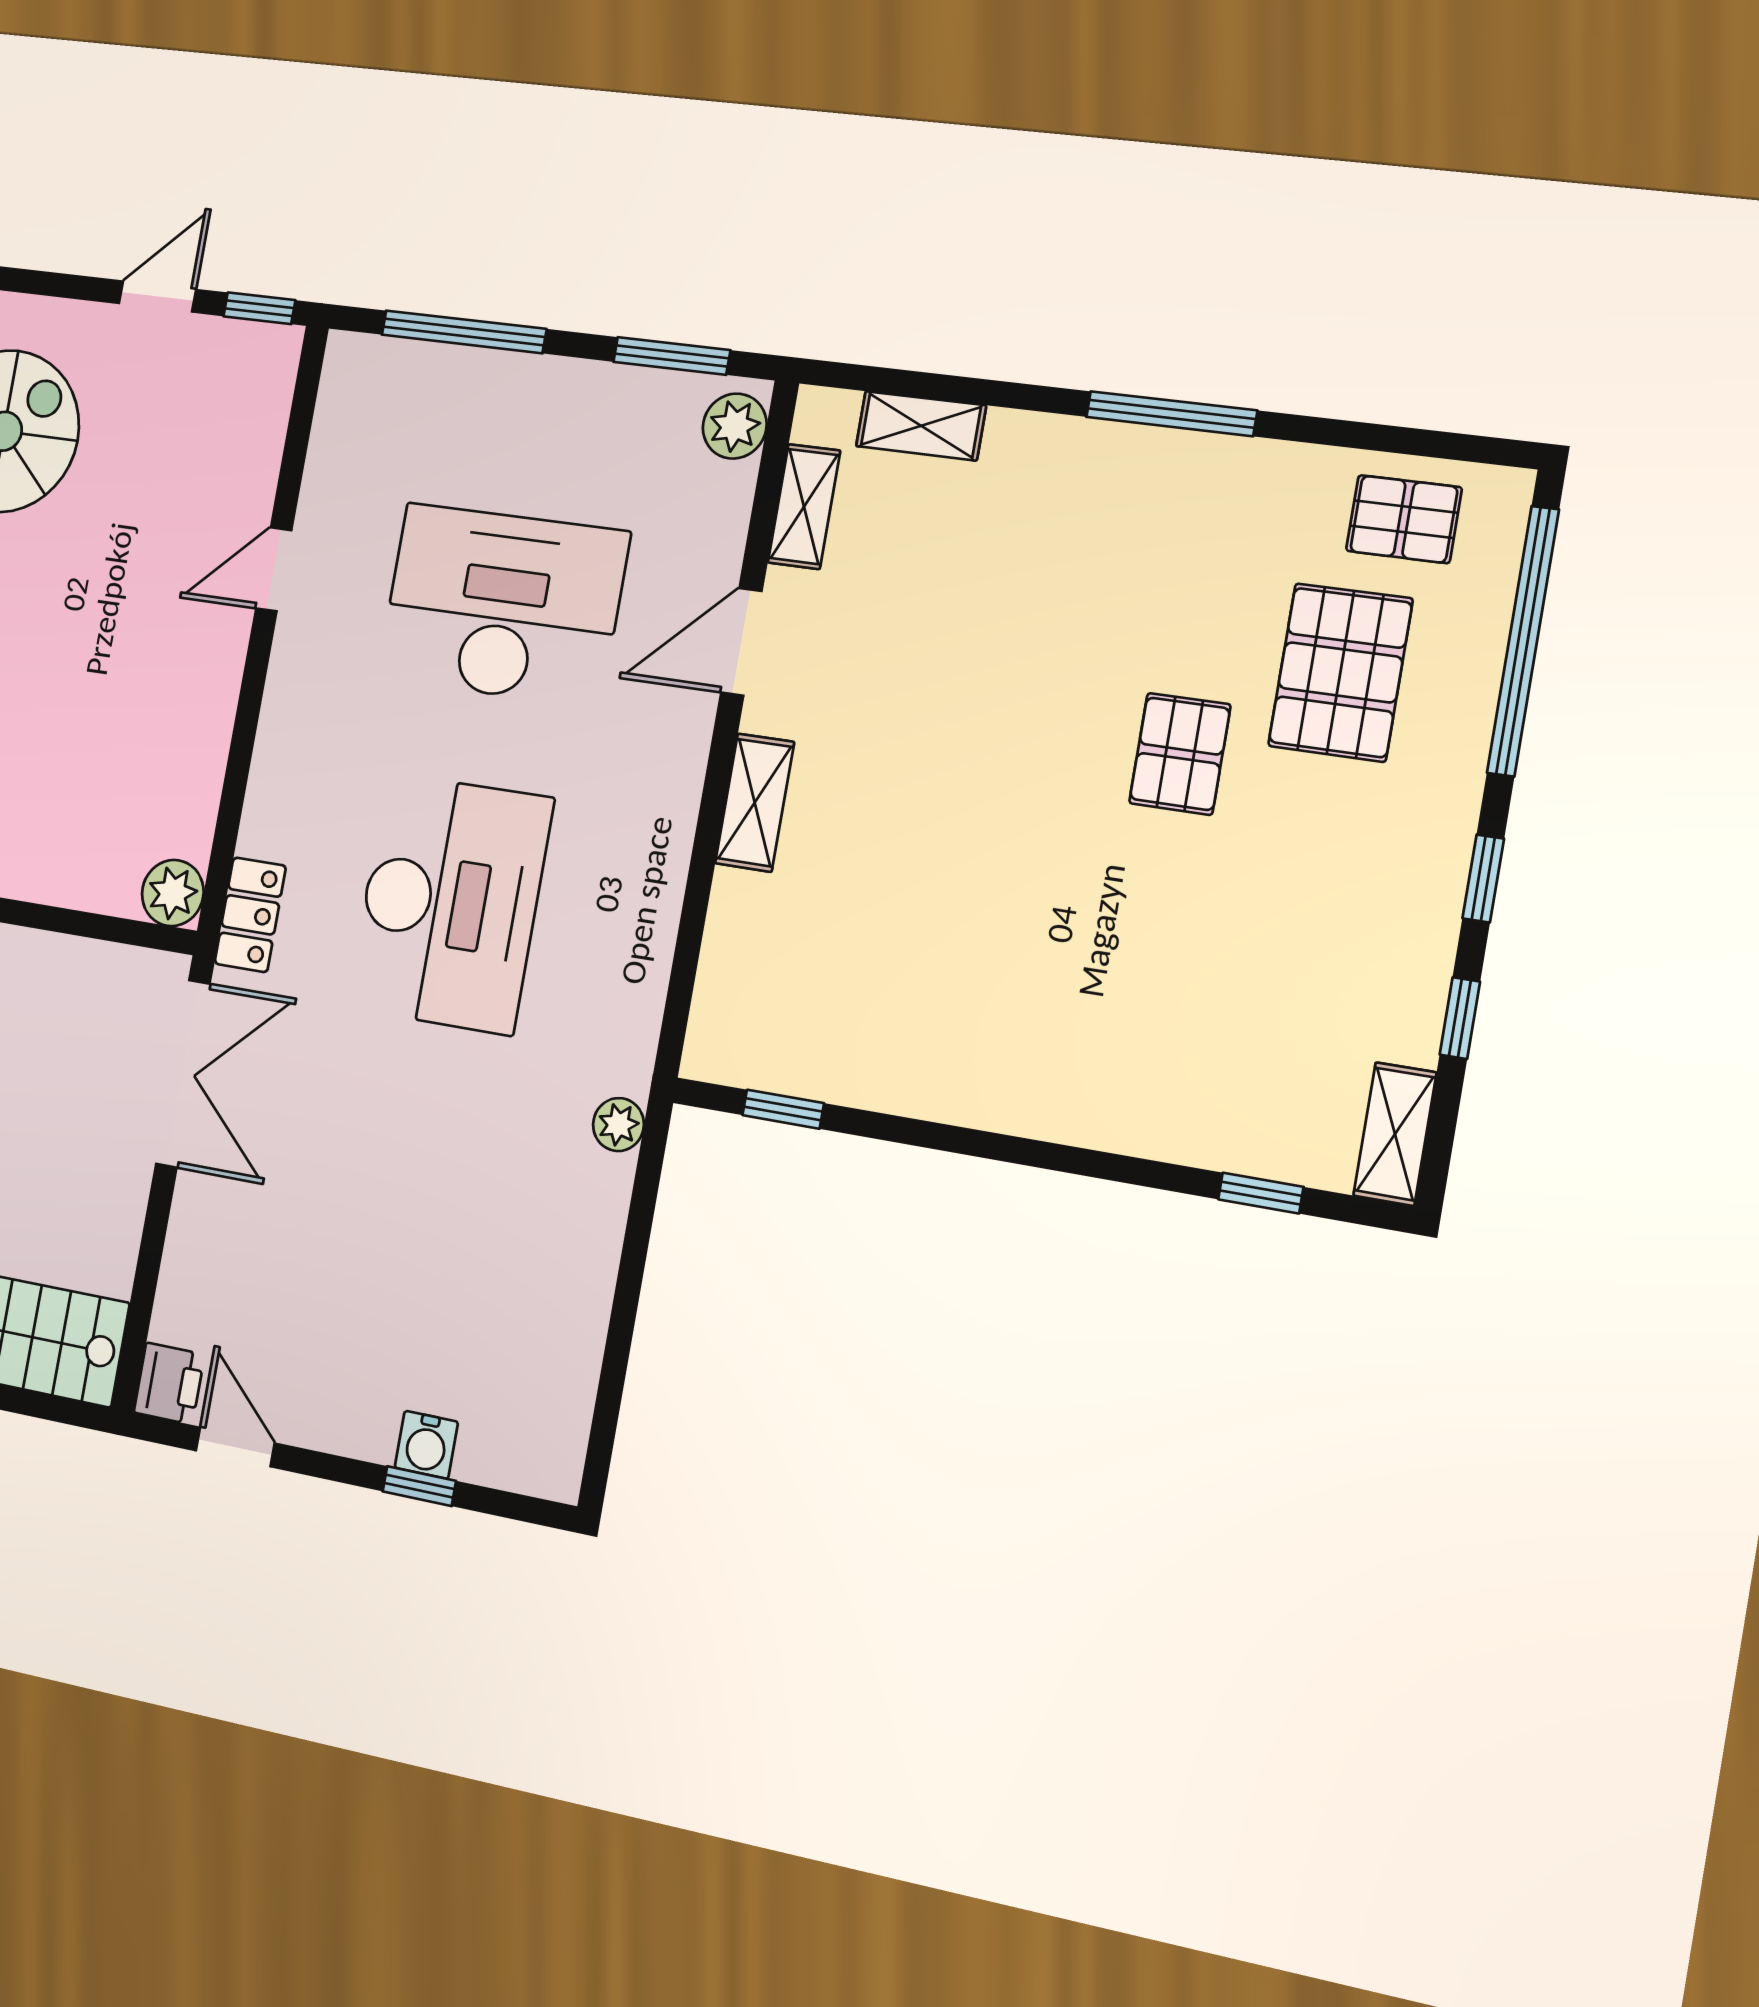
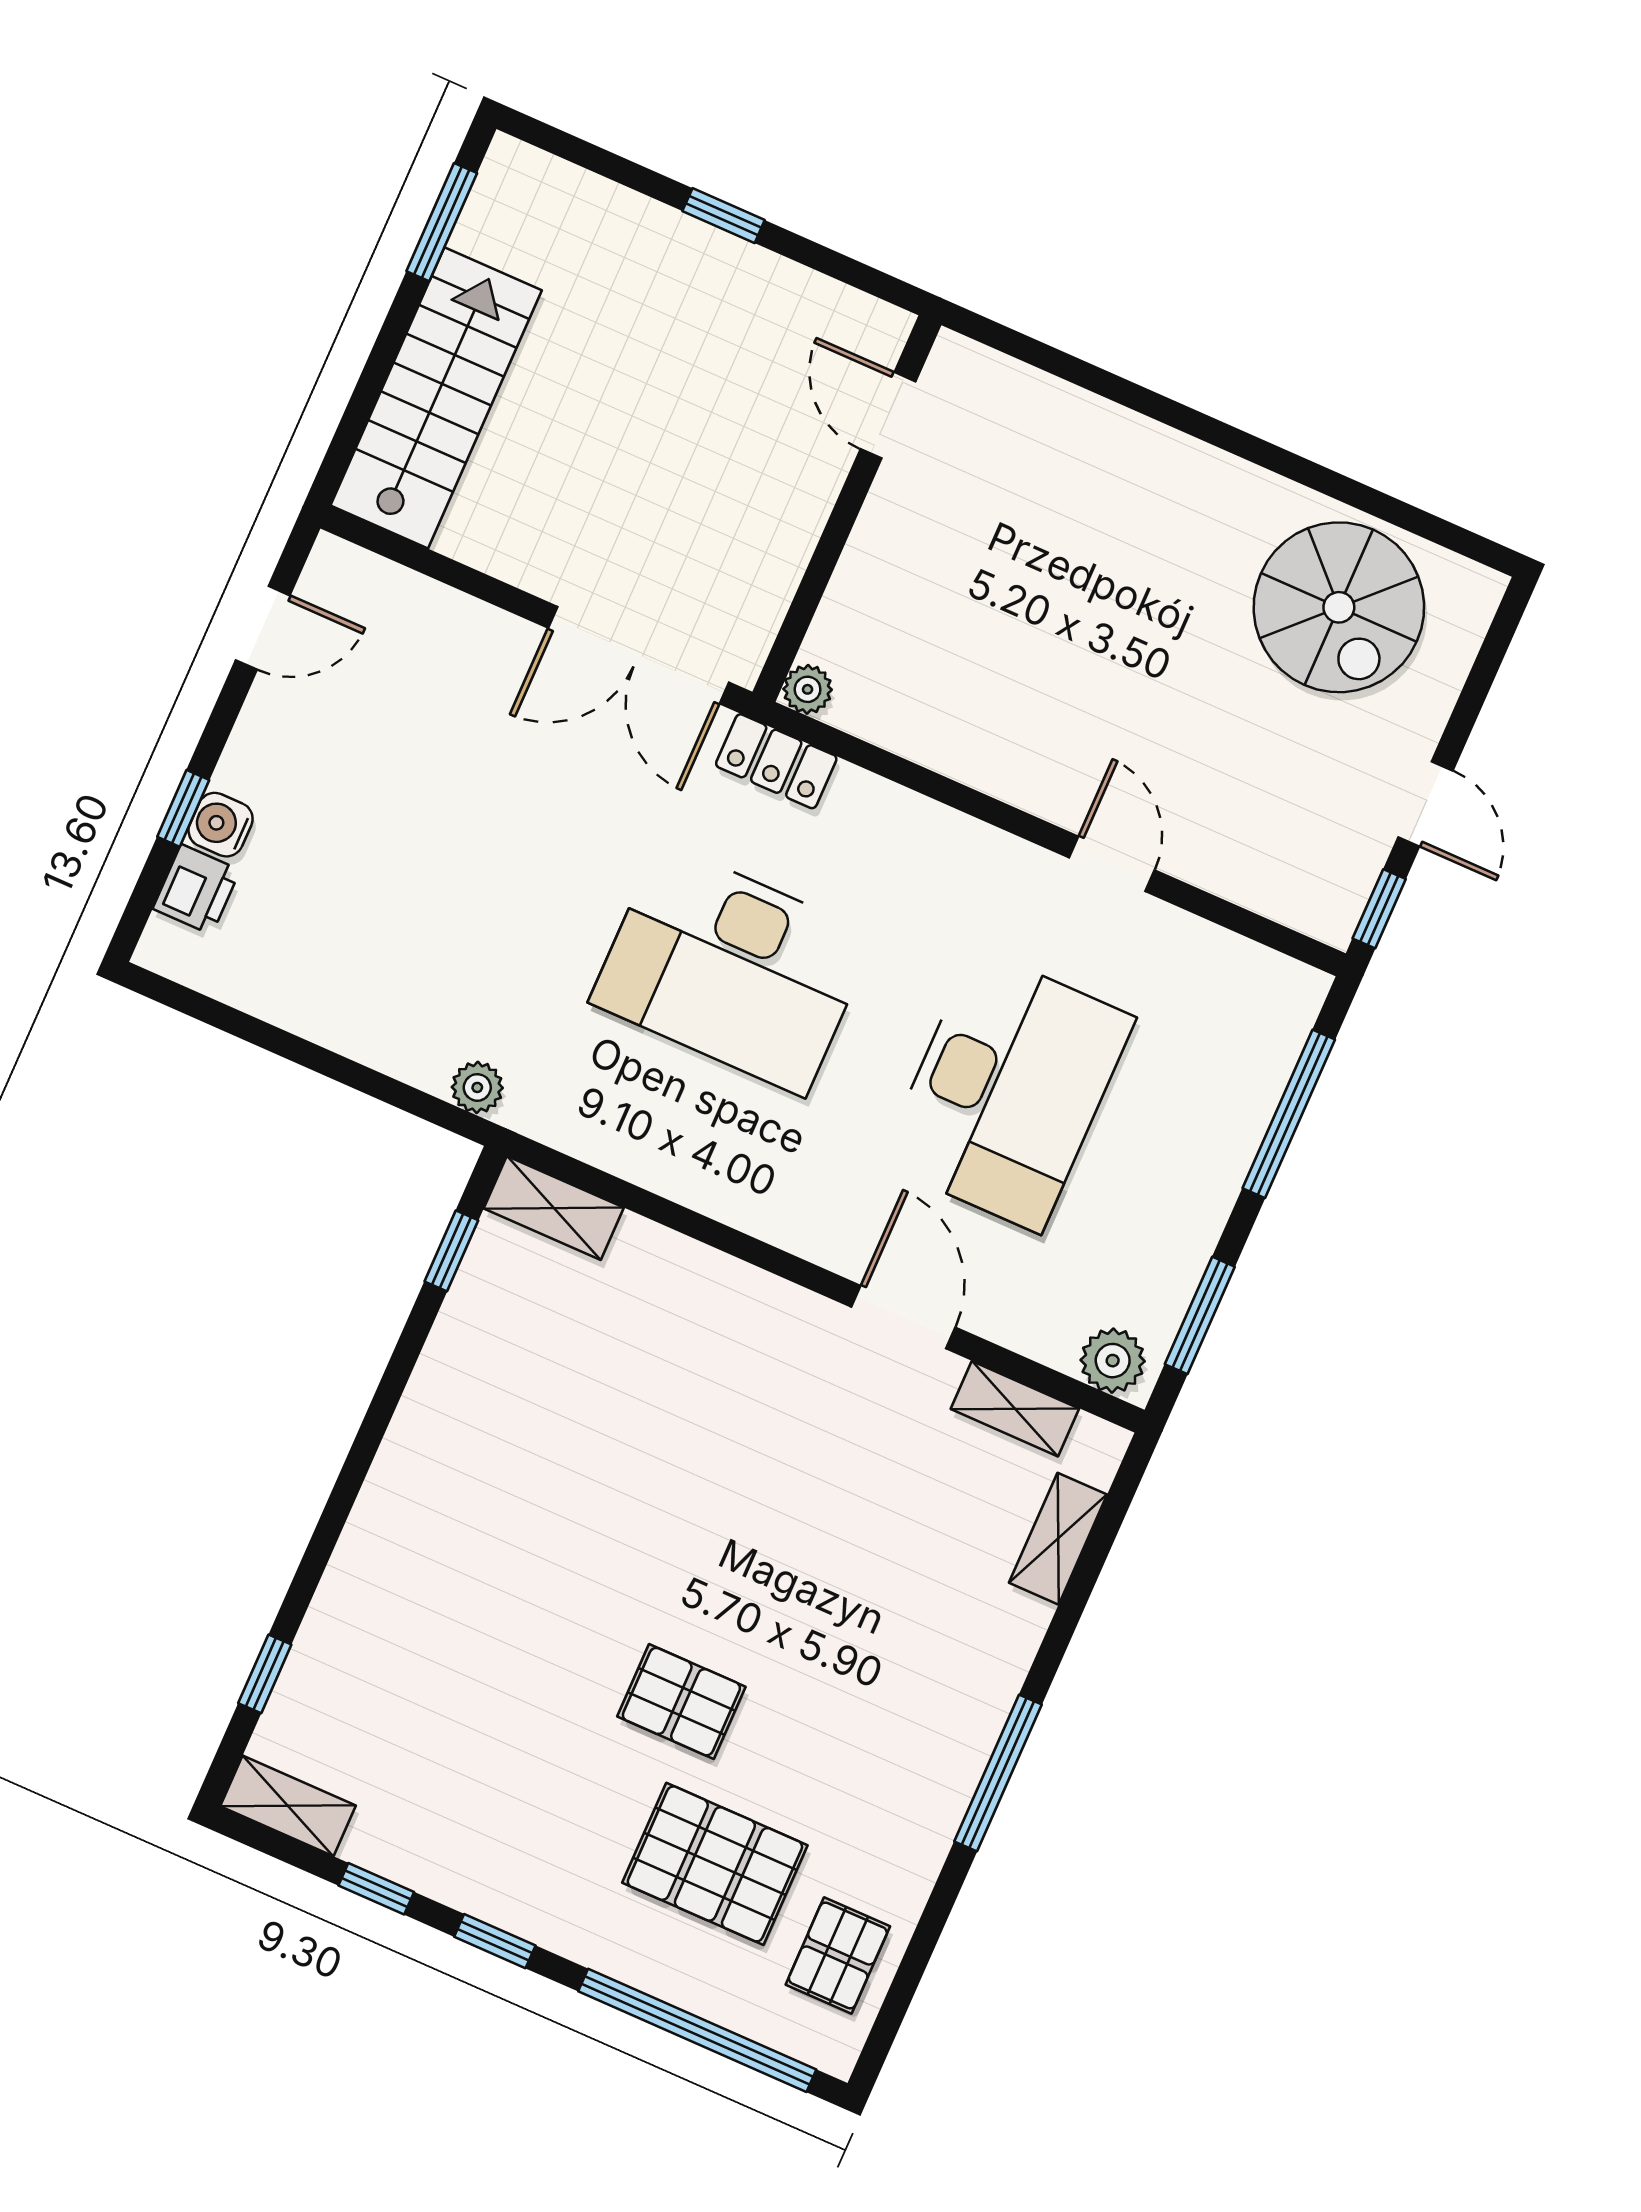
shelving: (755, 803) -> (554, 1208), moved
plant: (173, 893) -> (808, 689), width x0.73, depth x0.73
printer: (169, 1384) -> (196, 889), moved, turned -90

